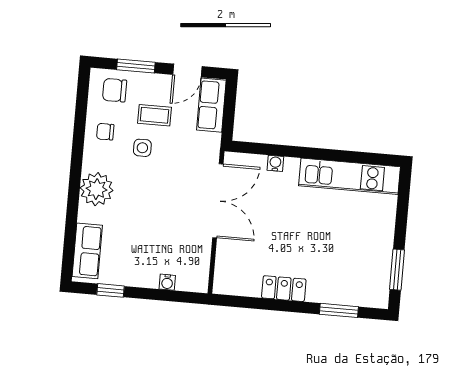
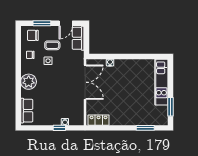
kitchen unit: (350, 176) -> (161, 82), moved, turned 90
locker: (284, 289) -> (99, 120), moved
window: (110, 290) -> (59, 128), moved

